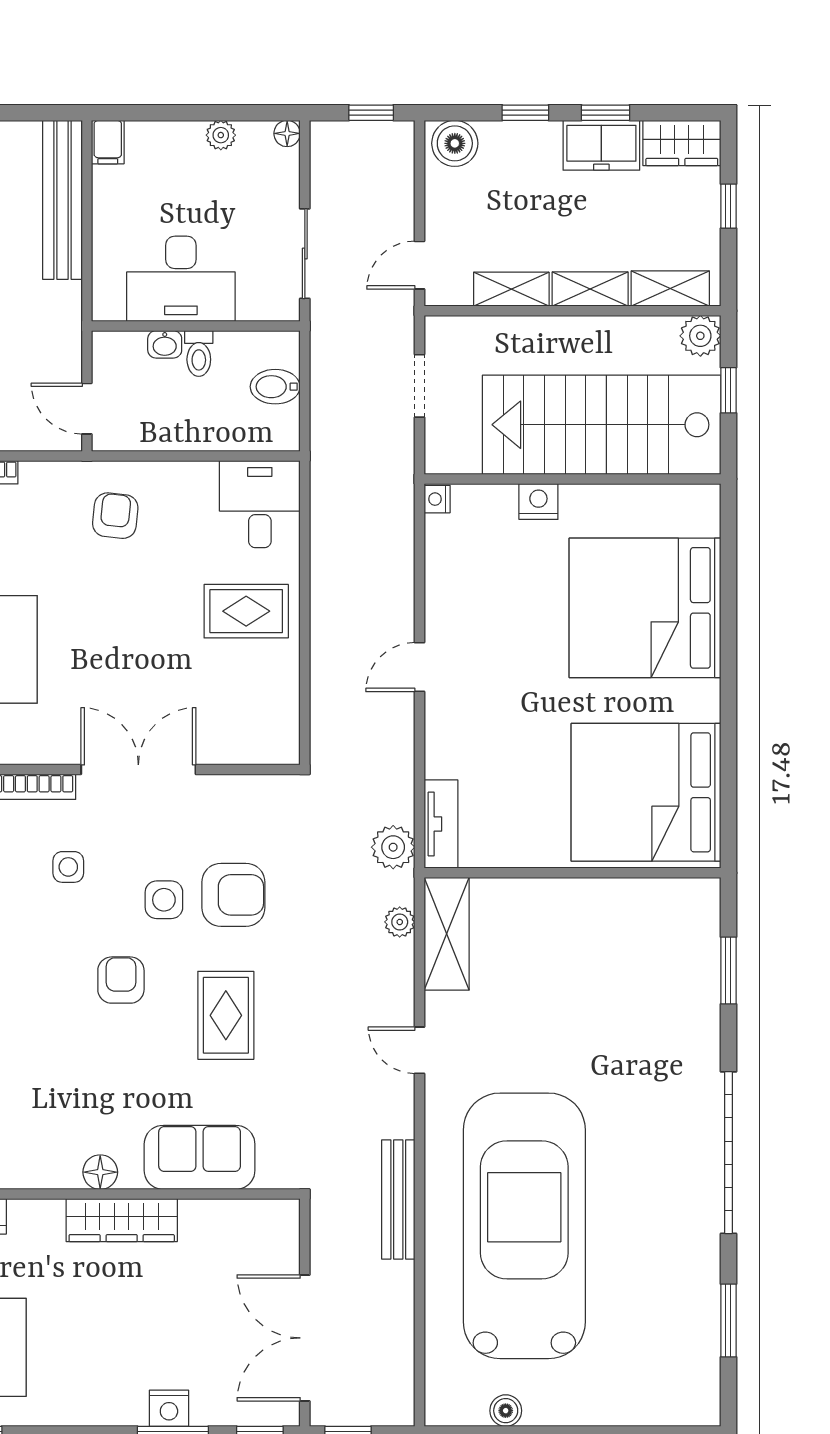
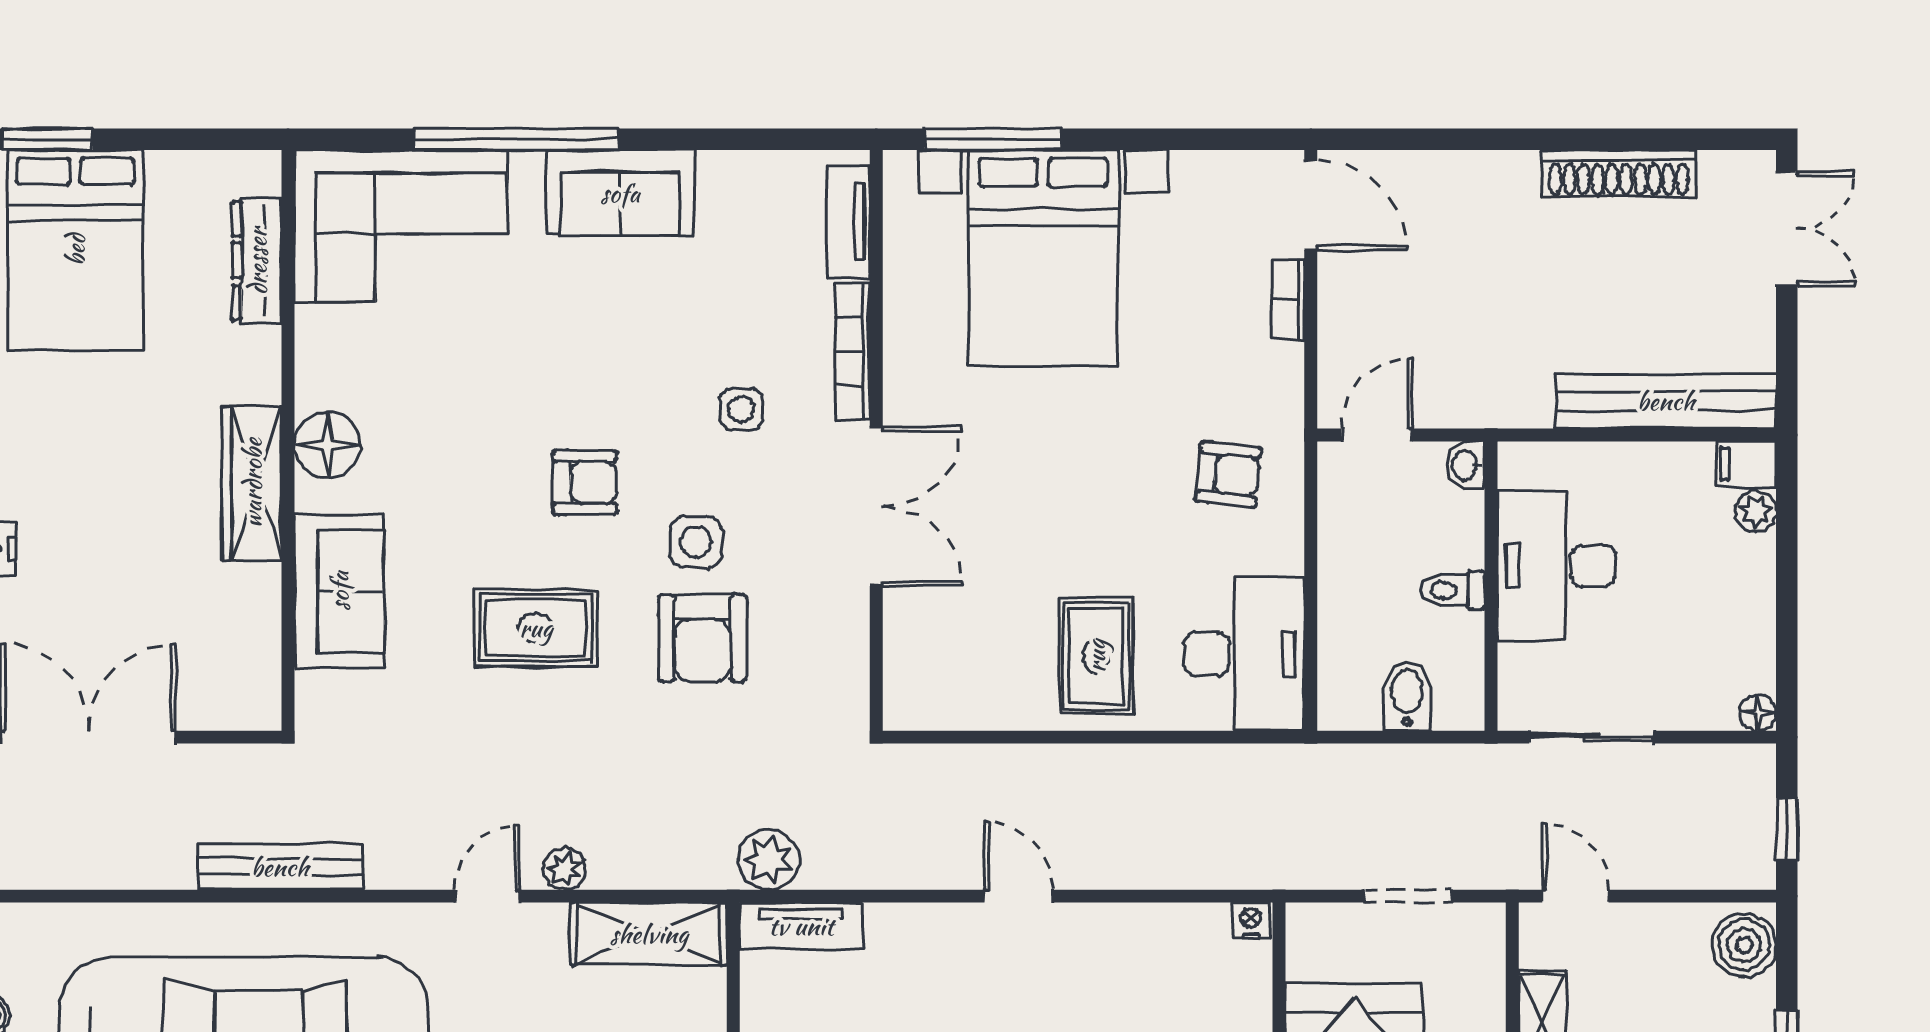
plant: (221, 135) -> (1756, 511), moved
washbasin: (165, 344) -> (1466, 465), moved
desk: (260, 504) -> (1244, 654), width x1.37
plant: (400, 922) -> (565, 869), moved
floor lamp: (100, 1172) -> (327, 445), width x1.38, depth x1.38

